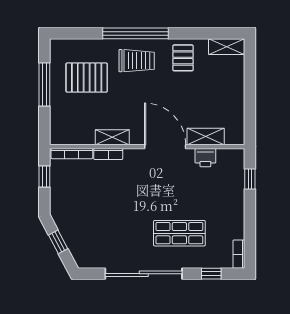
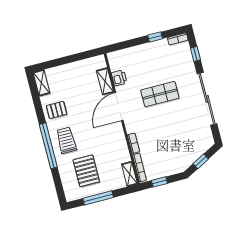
shelving: (112, 137) -> (129, 174), moved
window: (250, 179) -> (155, 37), moved
shop shelf: (179, 233) -> (160, 94), moved, turned 90

